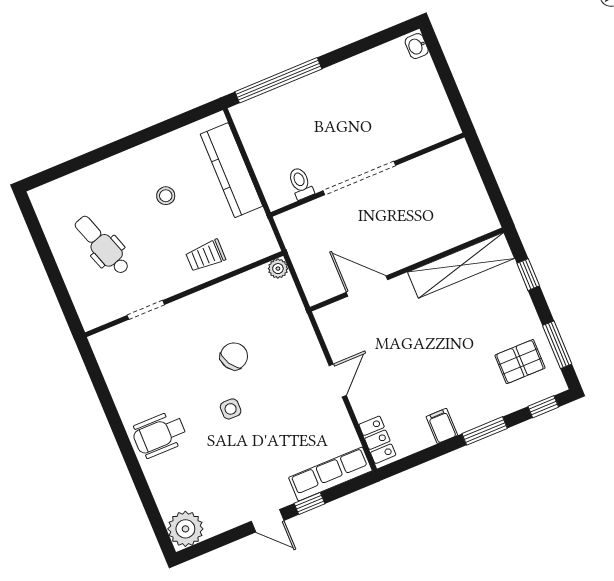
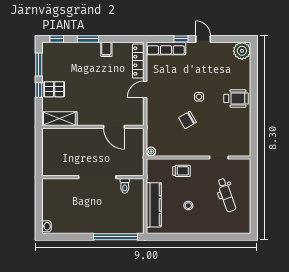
shelving: (461, 265) -> (59, 119), width x0.68
window: (528, 275) -> (39, 90), moved
pallet: (520, 362) -> (54, 89), moved
locker: (377, 440) -> (138, 61), width x1.53

